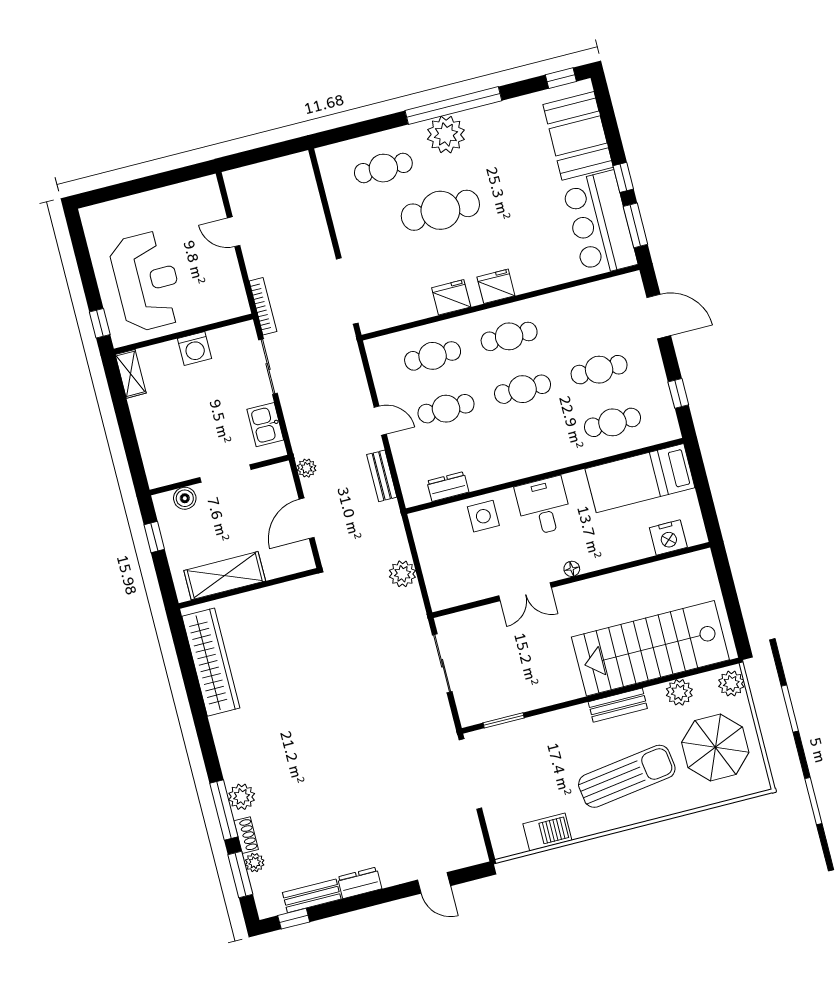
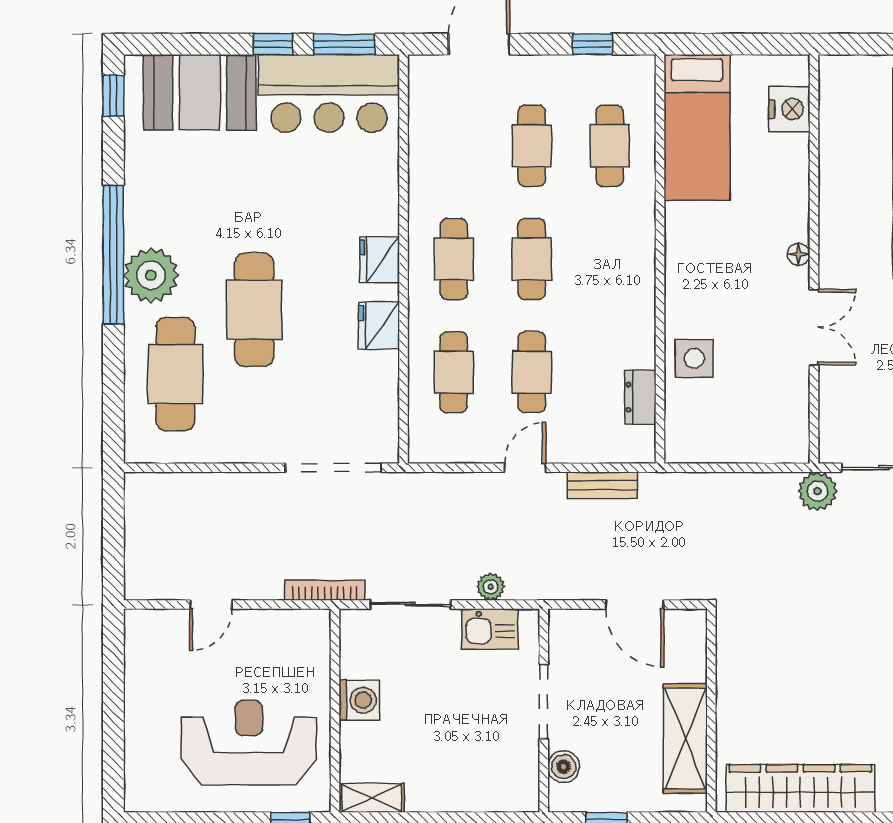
cafe table: (383, 168) -> (175, 374), width x1.37, depth x1.35
plant: (307, 468) -> (491, 587), moved
desk: (544, 506) -> (702, 271), removed
plant: (402, 574) -> (817, 491), moved

